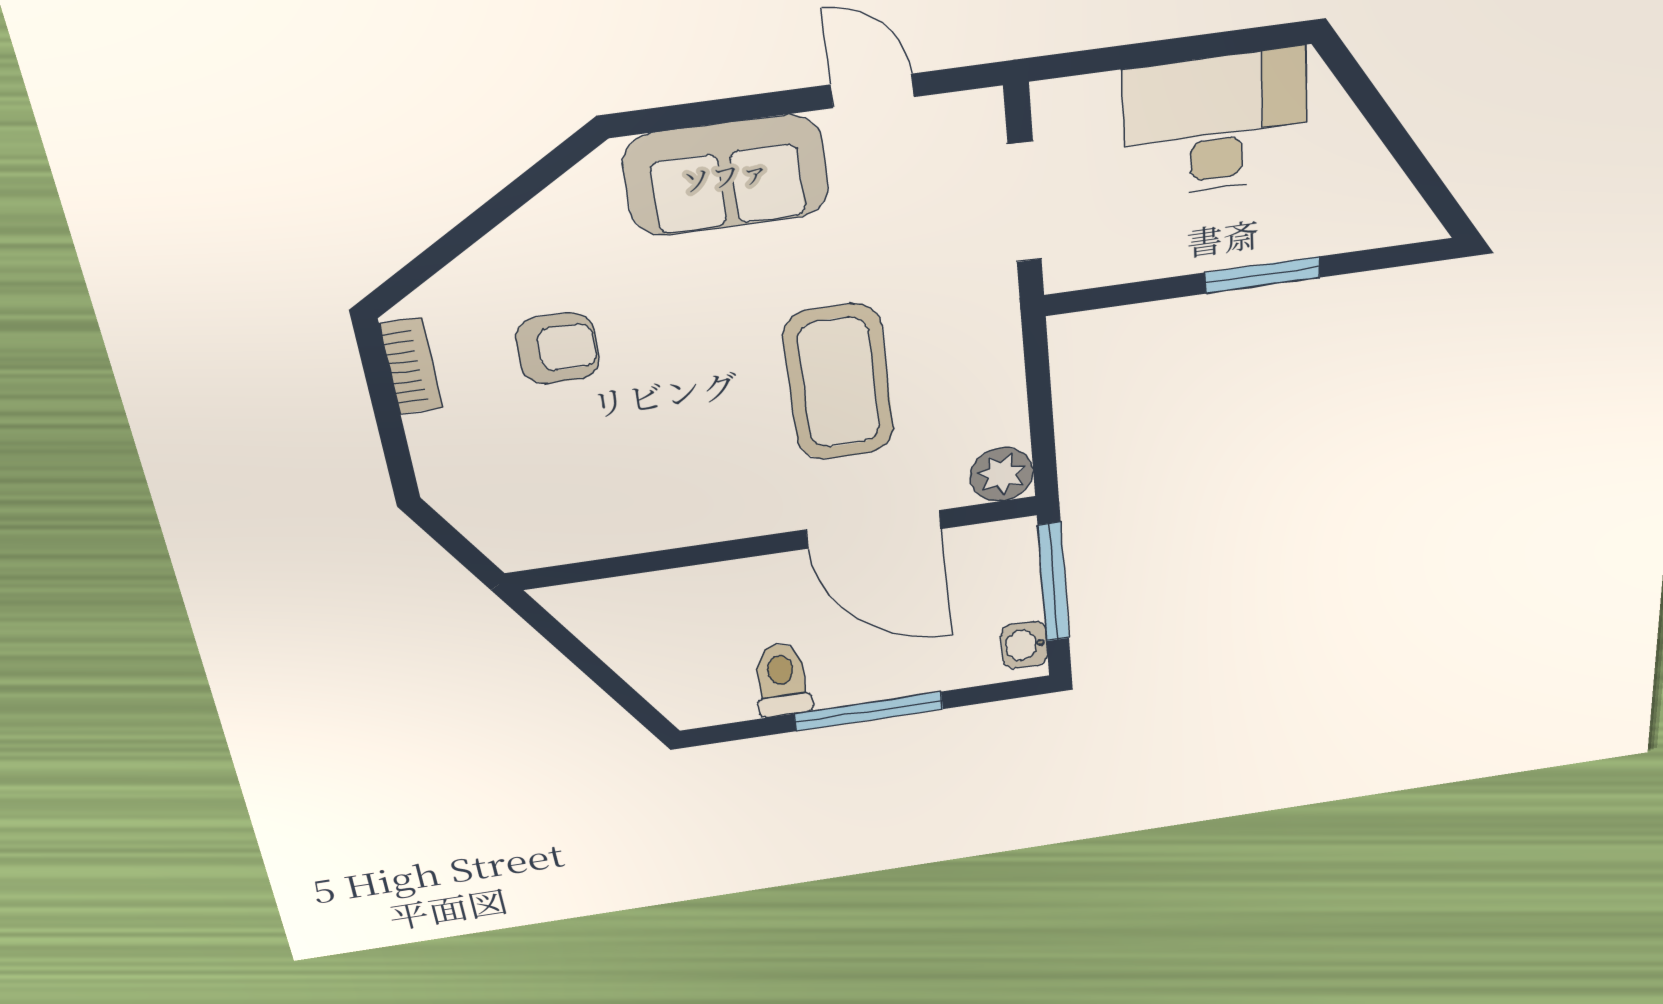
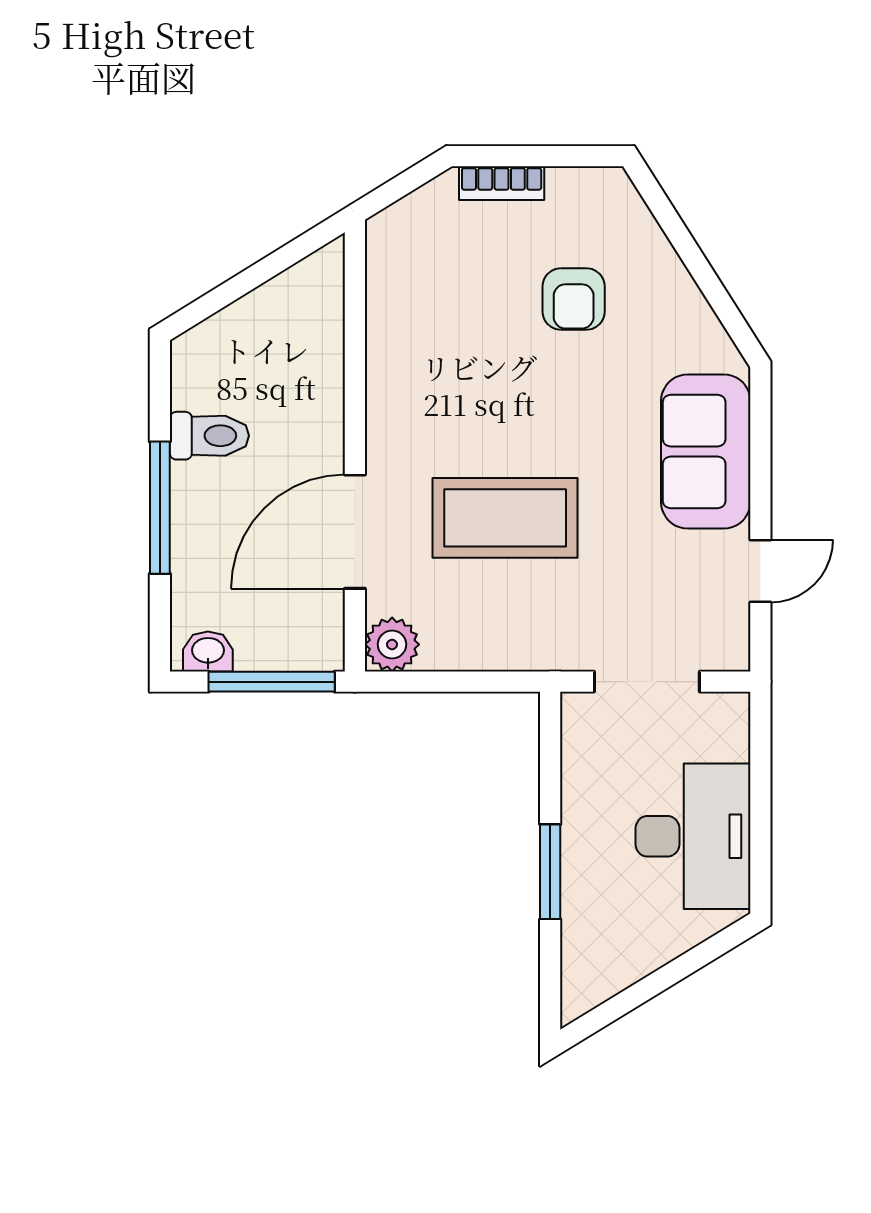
bookcase: (411, 366) -> (502, 183), moved

